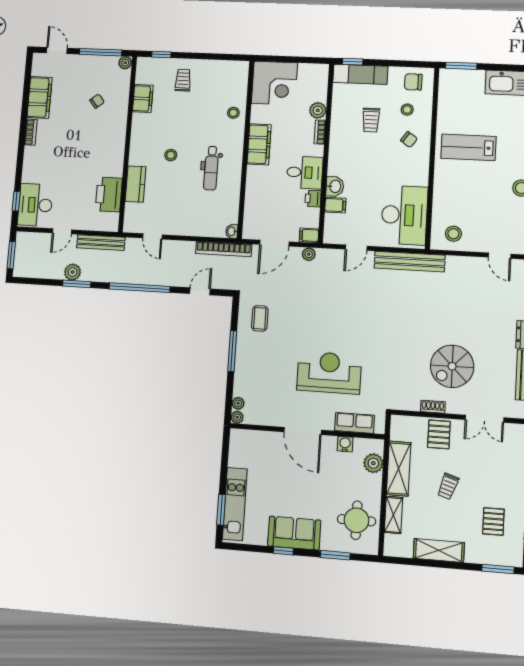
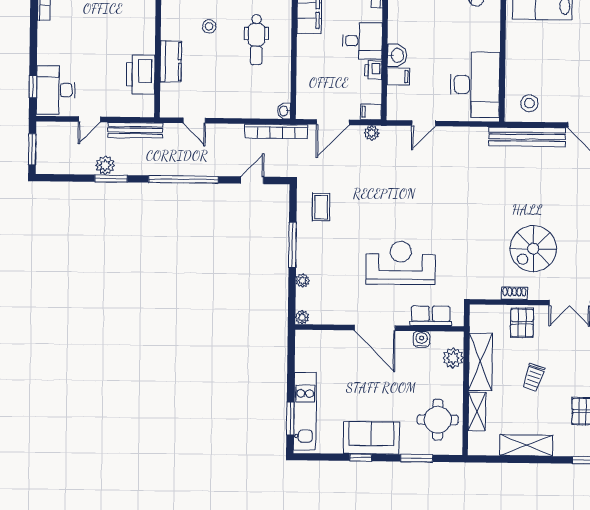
bench: (410, 262) -> (527, 137), moved
plant: (238, 403) -> (303, 280), moved

